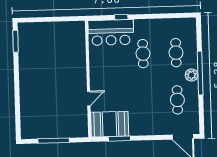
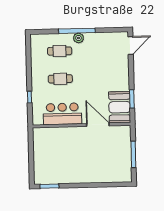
bar counter: (111, 32) -> (62, 114), moved, turned -90
door: (89, 98) -> (98, 125), width x1.88
cafe table: (177, 100) -> (99, 50), removed

